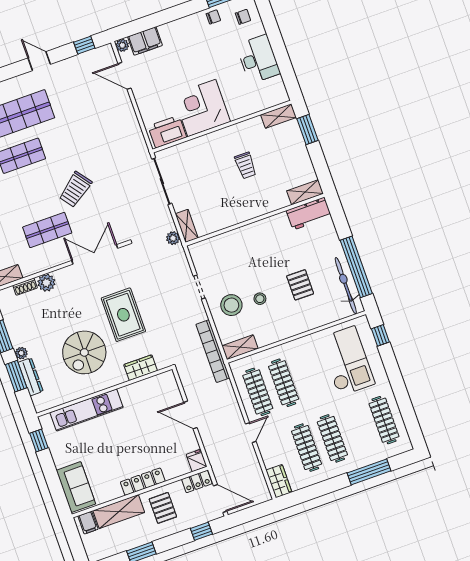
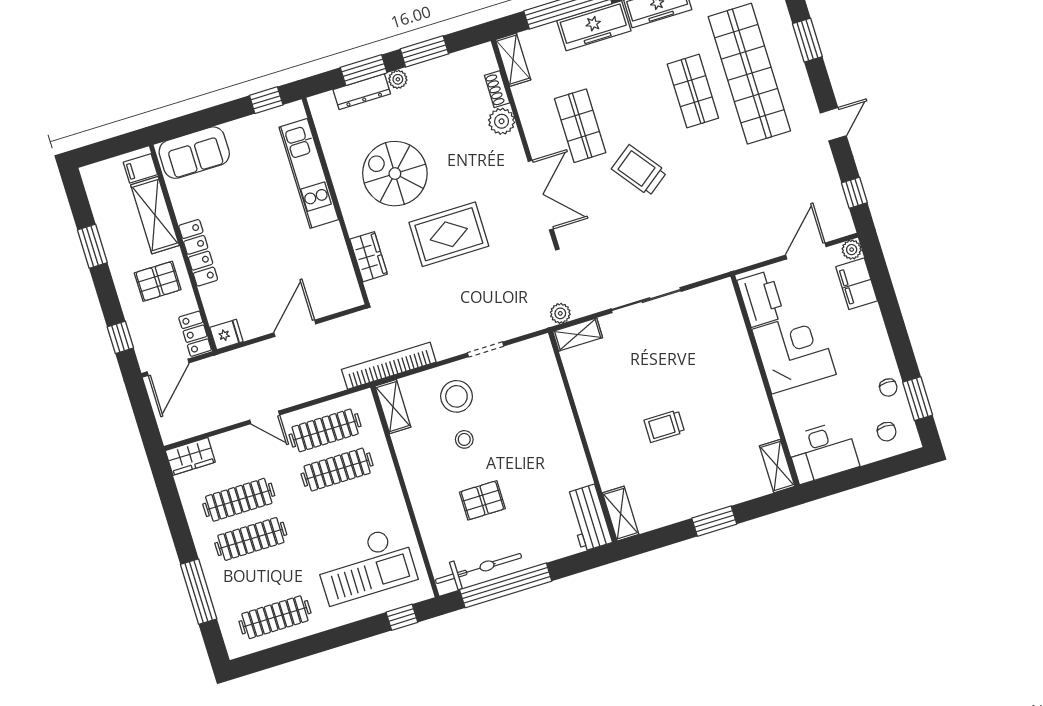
corner desk: (202, 108) -> (794, 352), moved
shelving: (279, 116) -> (777, 466), moved
wall: (222, 127) -> (765, 381), moved
printer: (167, 132) -> (761, 299), moved

